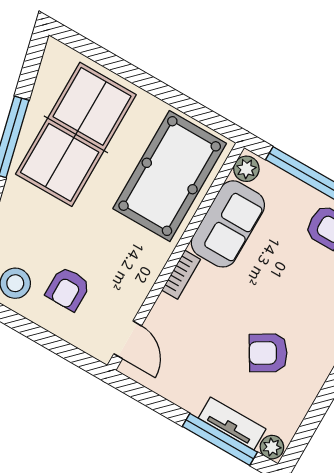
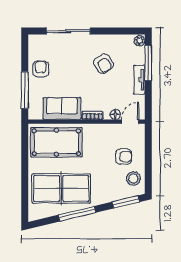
plant: (246, 169) -> (36, 114), removed
floor lamp: (158, 319) -> (115, 114), added
tv unit: (232, 424) -> (139, 80), moved

